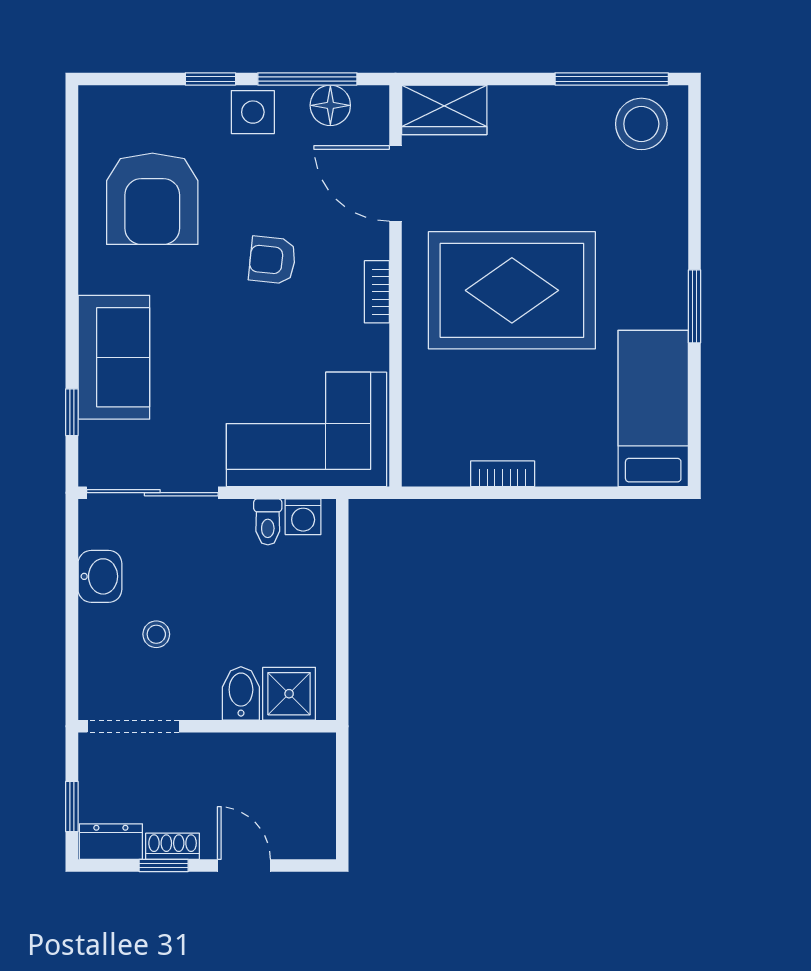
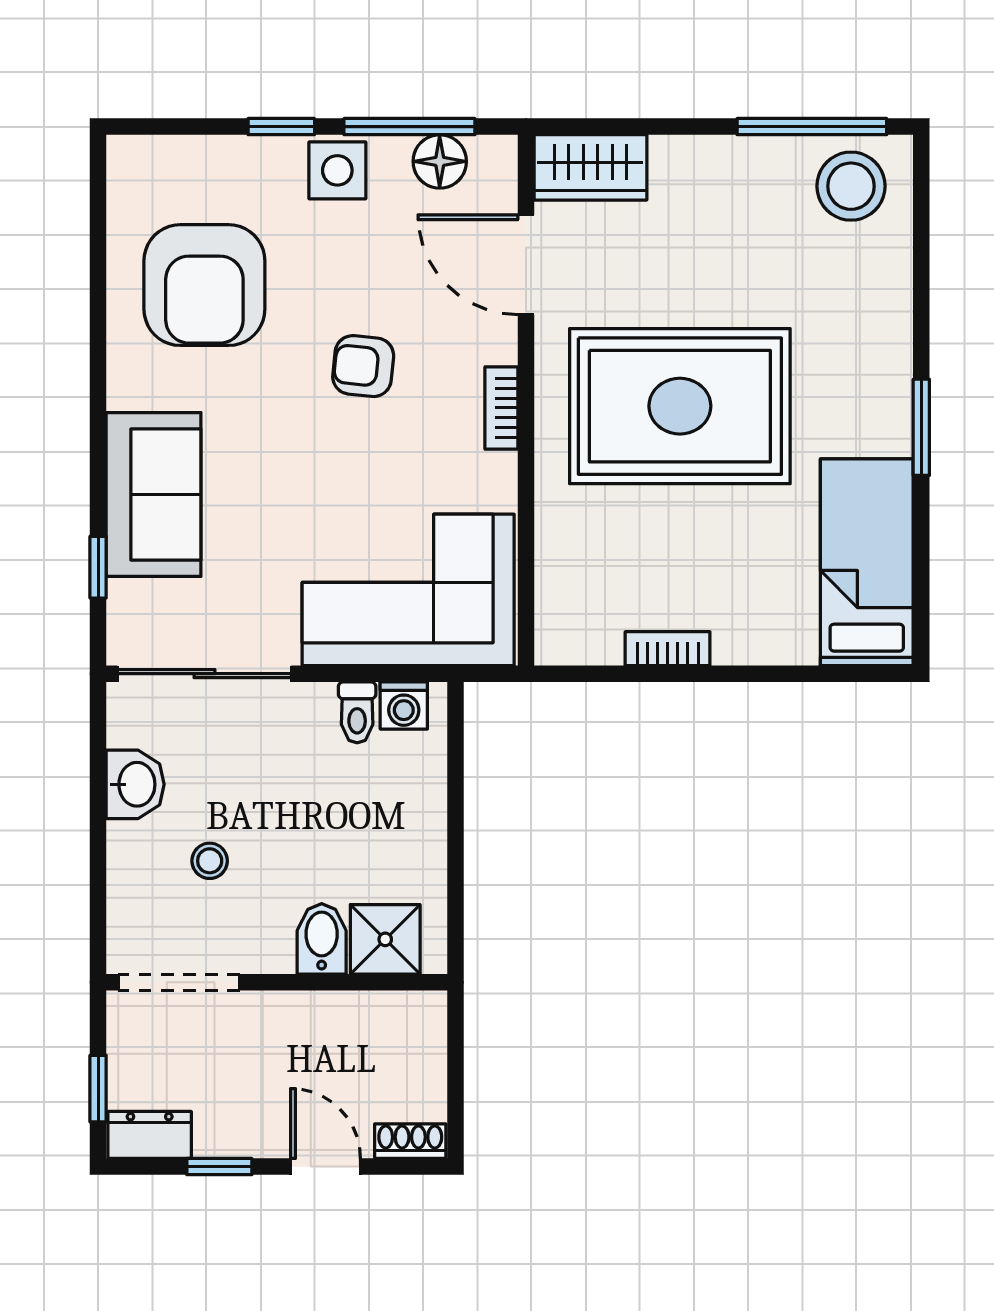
shoe rack: (173, 846) -> (410, 1141), moved

